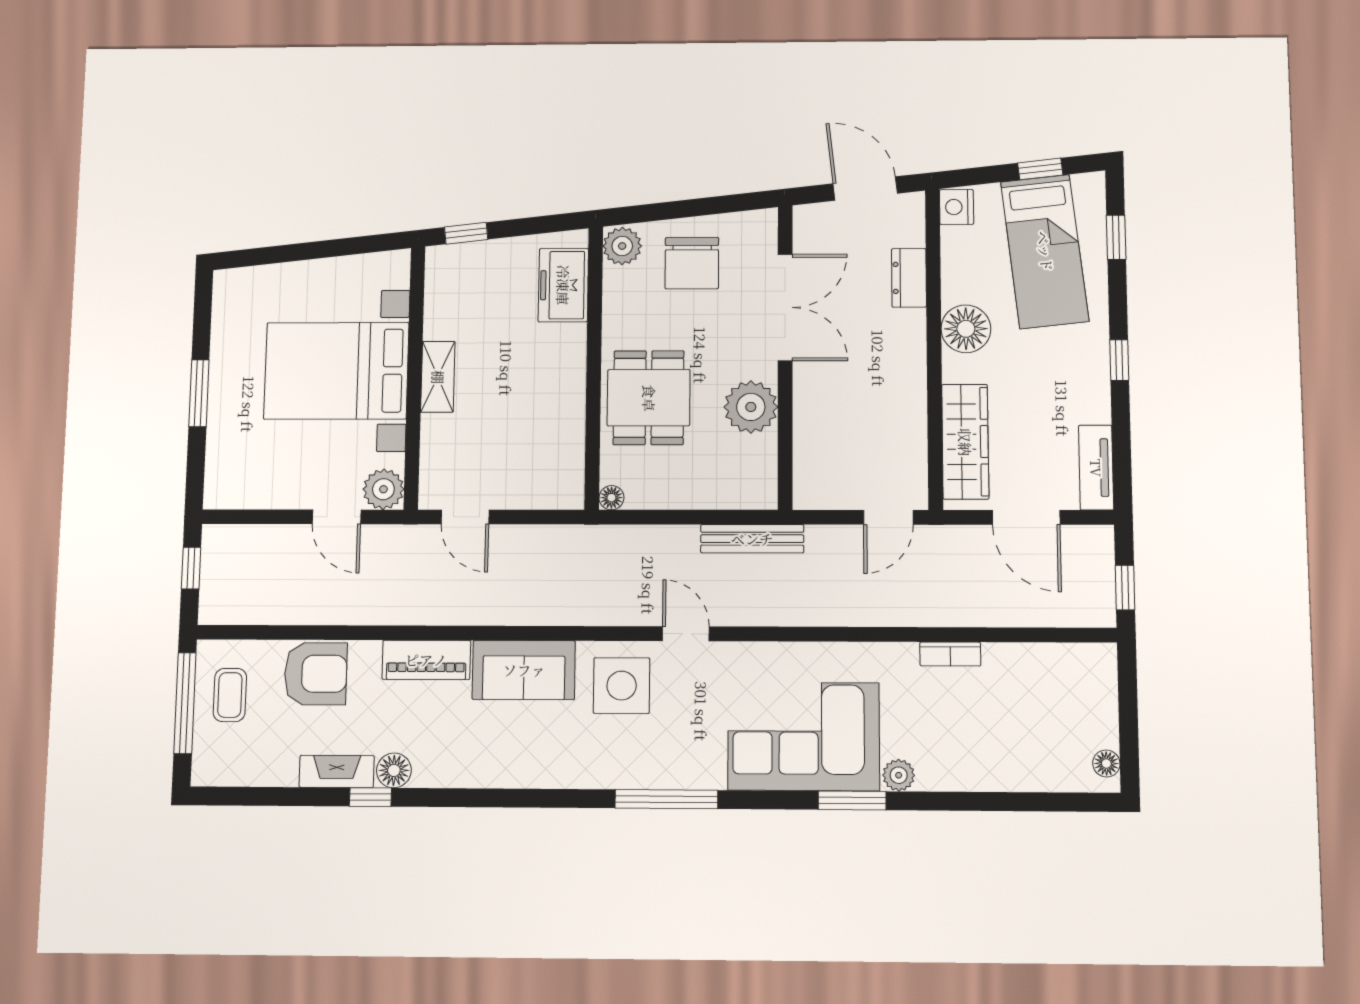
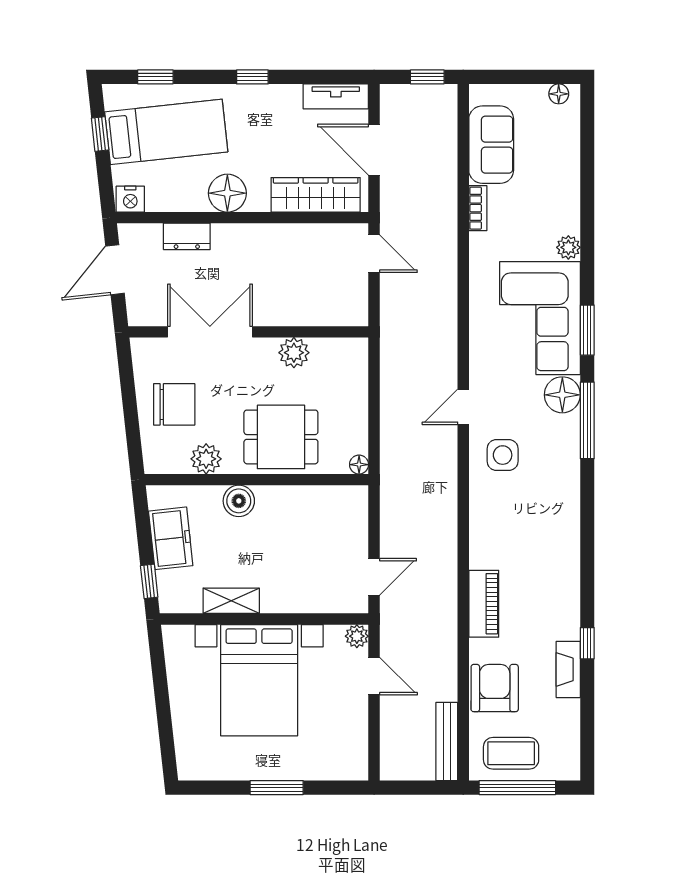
plant: (622, 246) -> (206, 459), moved
freezer: (563, 285) -> (171, 538), moved, turned -96
boiler: (567, 345) -> (239, 501), added
shelving: (438, 377) -> (231, 601), moved
plant: (751, 407) -> (294, 353), width x0.73, depth x0.73
plant: (383, 489) -> (357, 636), width x0.73, depth x0.73
door: (337, 517) -> (374, 676), hinge flipped
door: (1026, 517) -> (374, 150), swing flipped
bench: (752, 539) -> (447, 741), moved
window: (191, 568) -> (414, 788), removed
sofa: (524, 670) -> (491, 145), moved
side table: (622, 686) -> (503, 455), width x0.73, depth x0.73
coffee table: (230, 695) -> (511, 753), width x1.36, depth x1.30
floor lamp: (394, 770) -> (562, 395), moved, width x1.38, depth x1.38
window: (852, 800) -> (587, 330), moved

